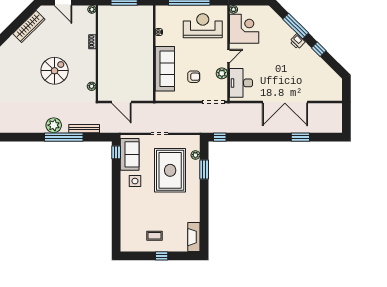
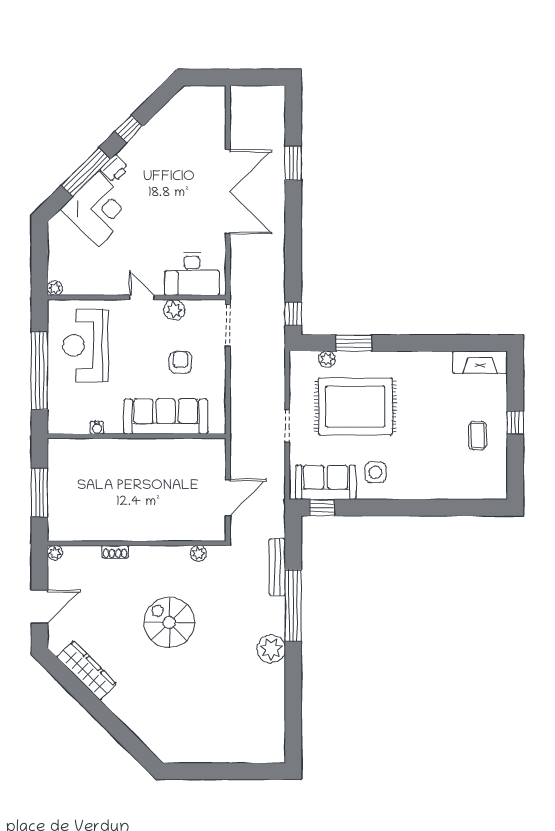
corner desk: (244, 29) -> (98, 209), moved, turned 135
plant: (54, 125) -> (271, 649), moved

